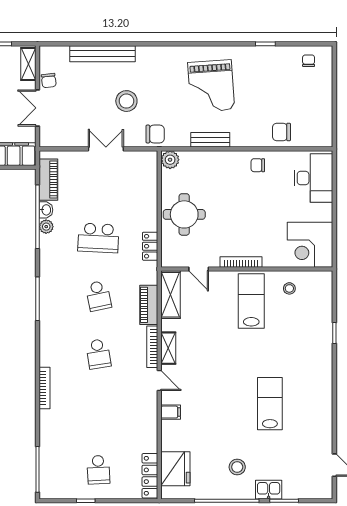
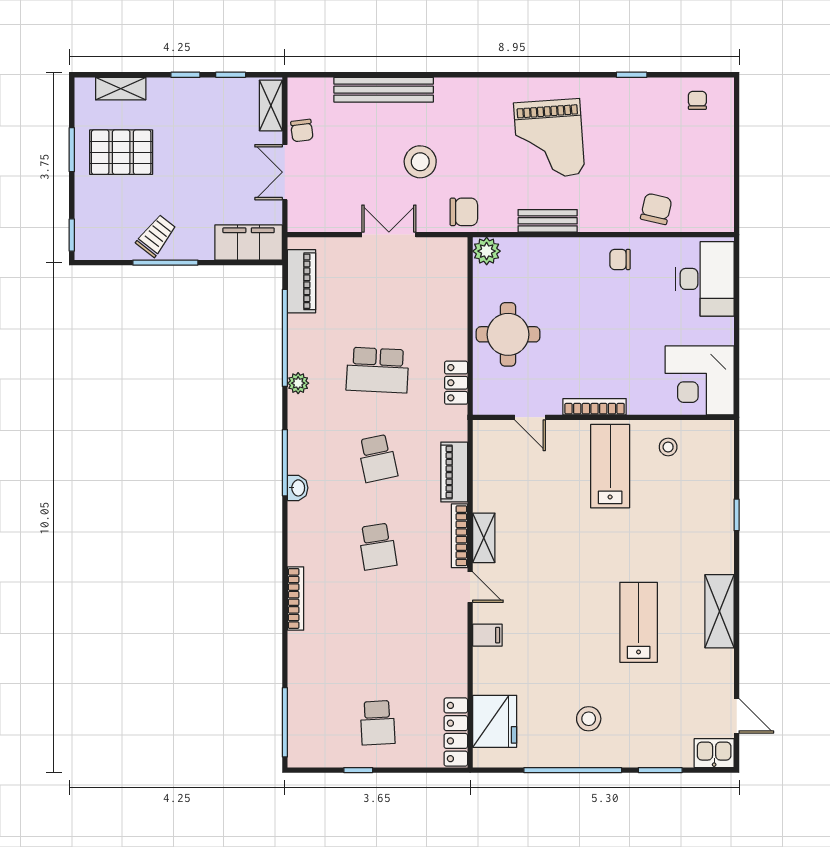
chair: (281, 132) -> (656, 209), turned 103
washbasin: (46, 210) -> (298, 488), moved
plant: (46, 227) -> (298, 383), moved
shelving: (171, 295) -> (719, 611), moved
kitchen sink: (269, 490) -> (714, 753), moved

